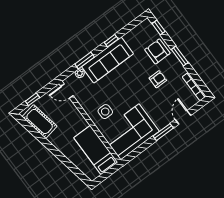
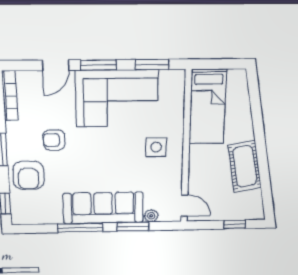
window: (111, 41) -> (80, 228), width x2.17
cot: (40, 122) -> (245, 167), moved
corner sofa: (130, 132) -> (117, 98), moved
window: (138, 151) -> (152, 65), added

